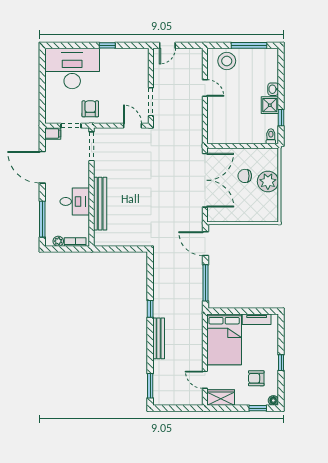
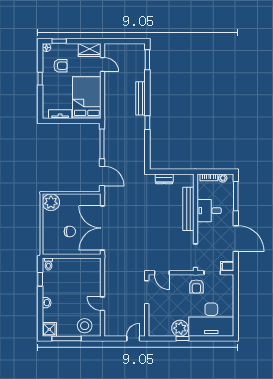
plant: (110, 58) -> (180, 328), added
shower: (270, 105) -> (49, 329), moved
plant: (268, 181) -> (51, 202), moved
dresser: (130, 240) -> (164, 179), added

